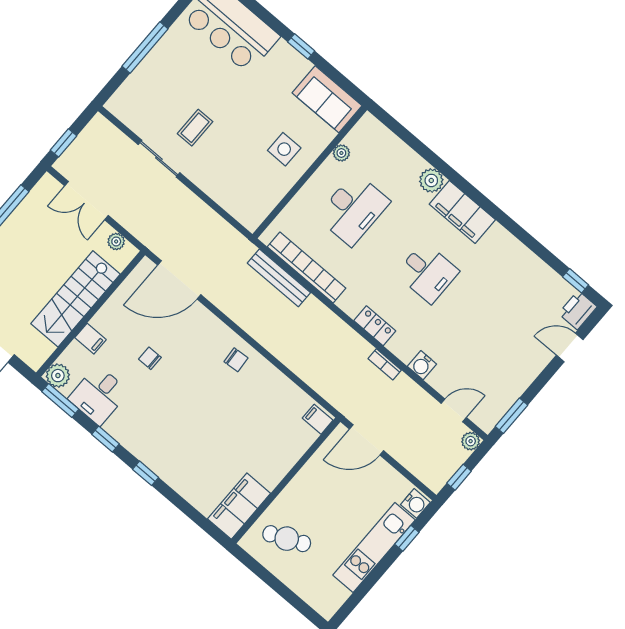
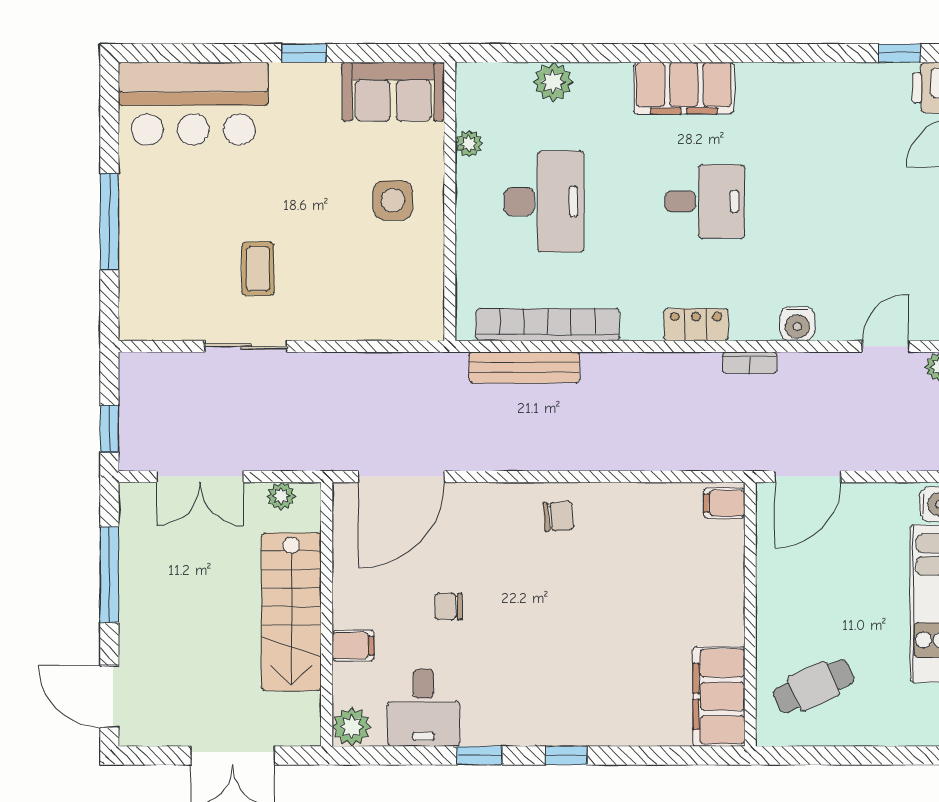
plant: (431, 180) -> (553, 82), moved
window: (60, 400) -> (381, 755), removed

